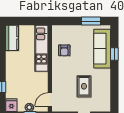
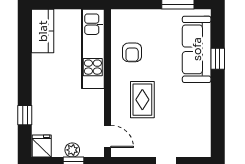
rug: (84, 86) -> (142, 100), moved
door: (50, 100) -> (107, 136), swing flipped

